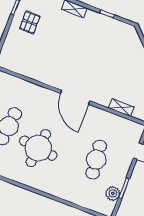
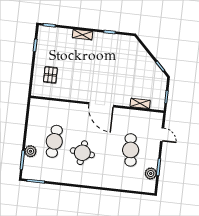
pallet: (30, 22) -> (50, 75), moved
round table: (38, 148) -> (82, 153), width x0.73, depth x0.73

